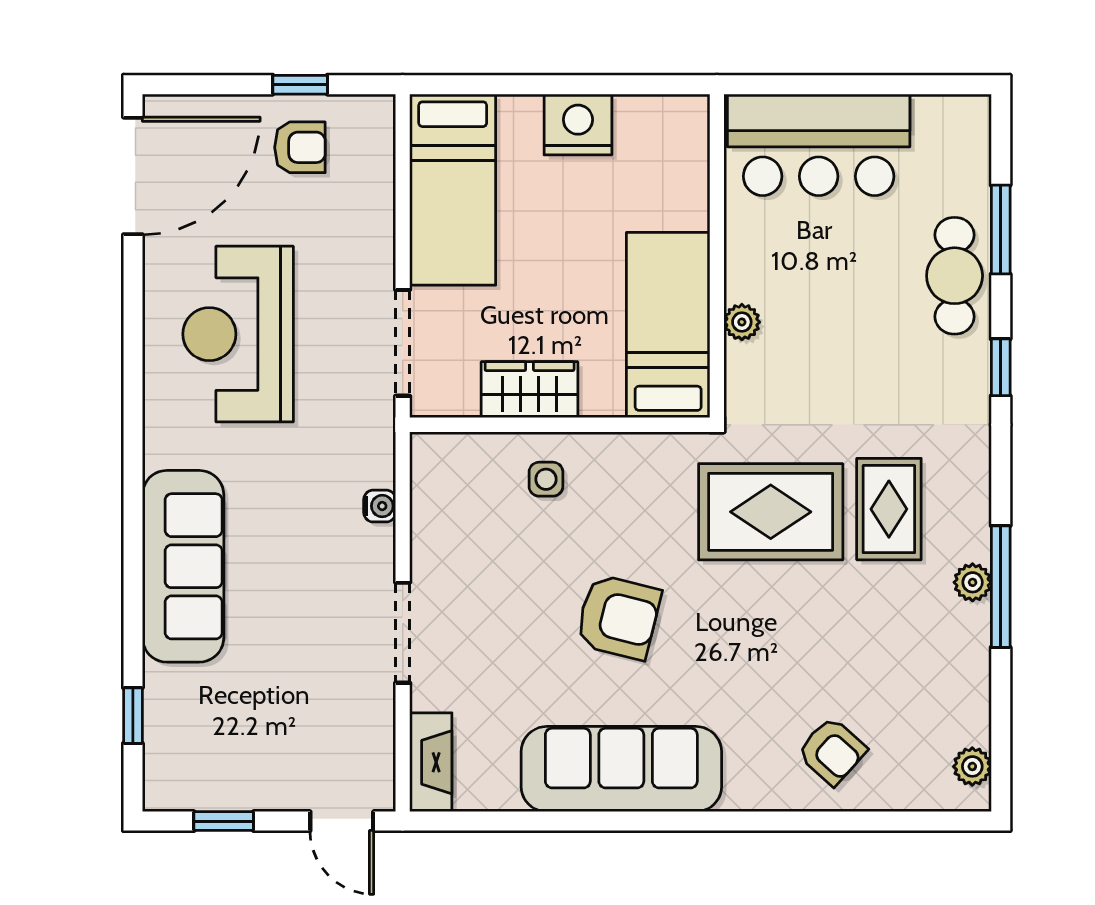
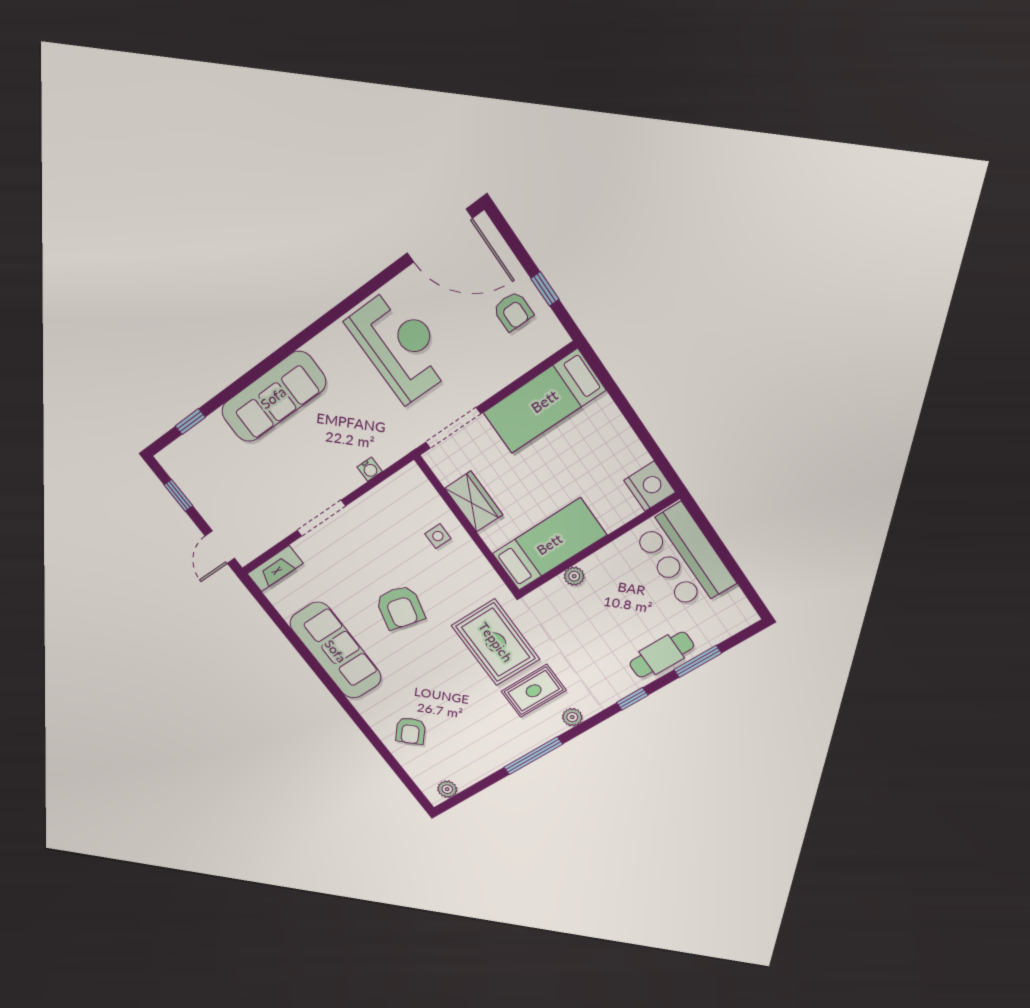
nightstand: (578, 125) -> (650, 486), moved
reception desk: (238, 334) -> (400, 346), turned 90
plant: (973, 582) -> (572, 717), moved

